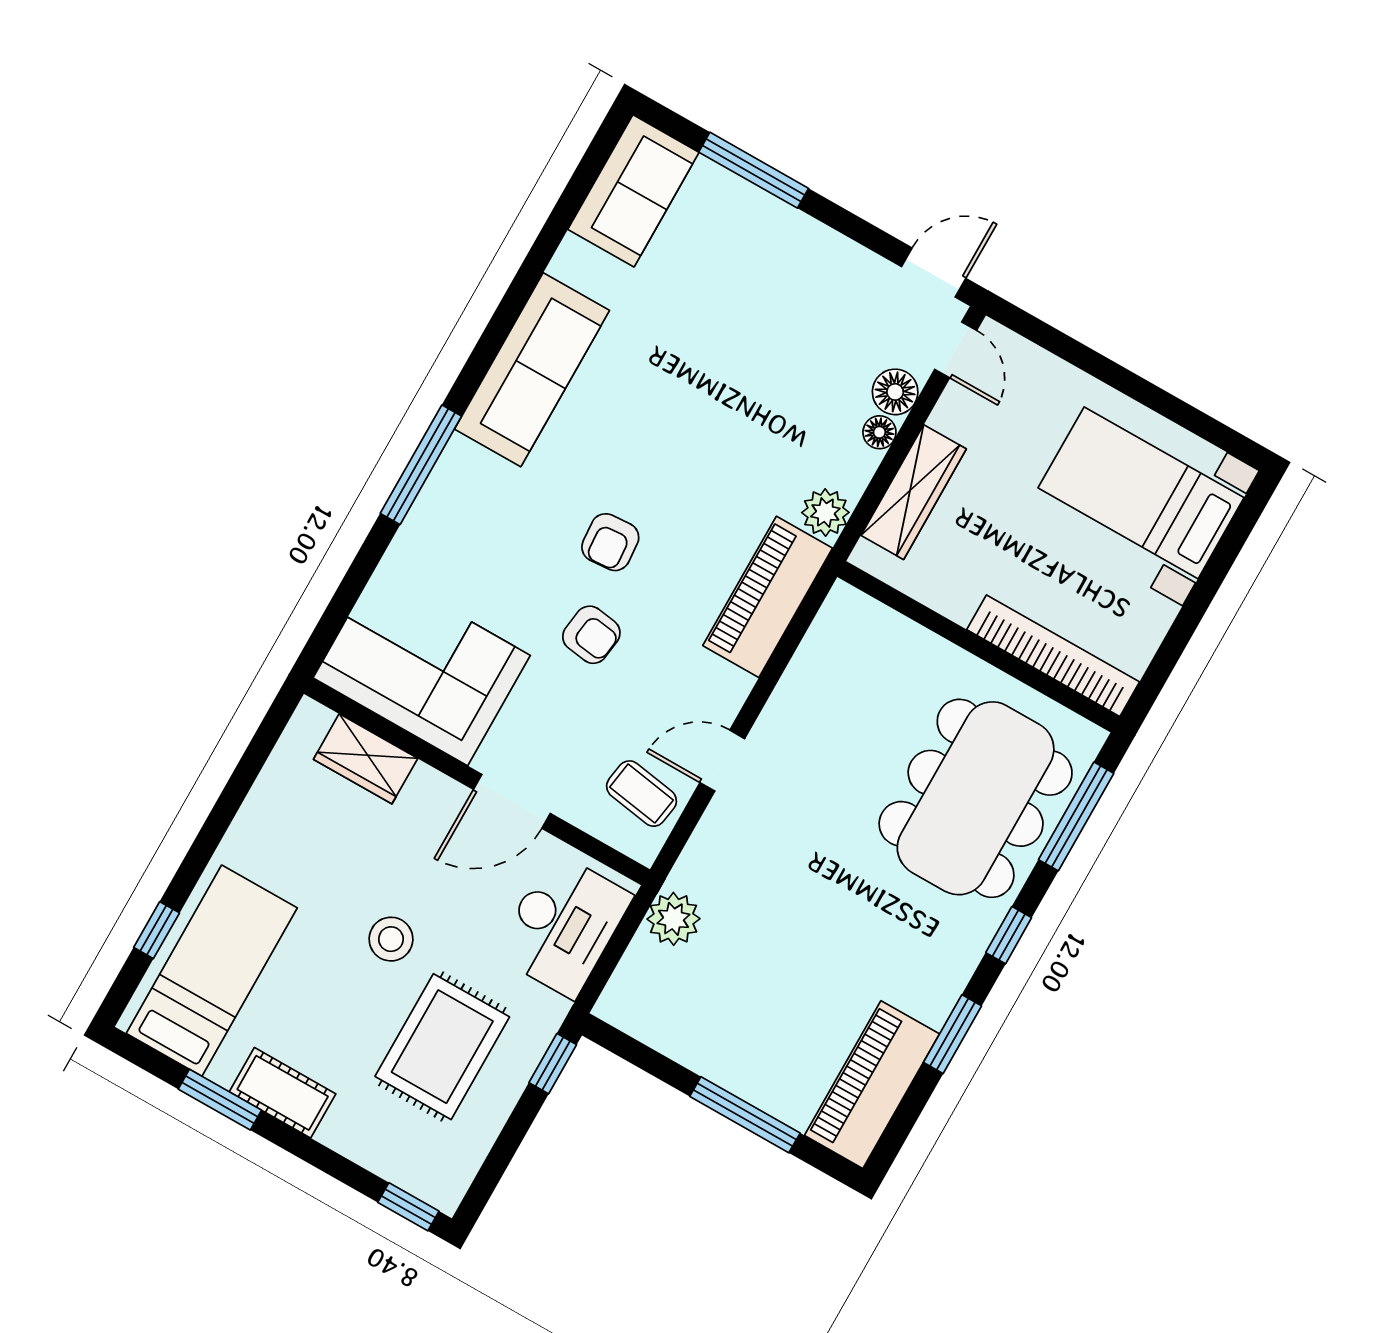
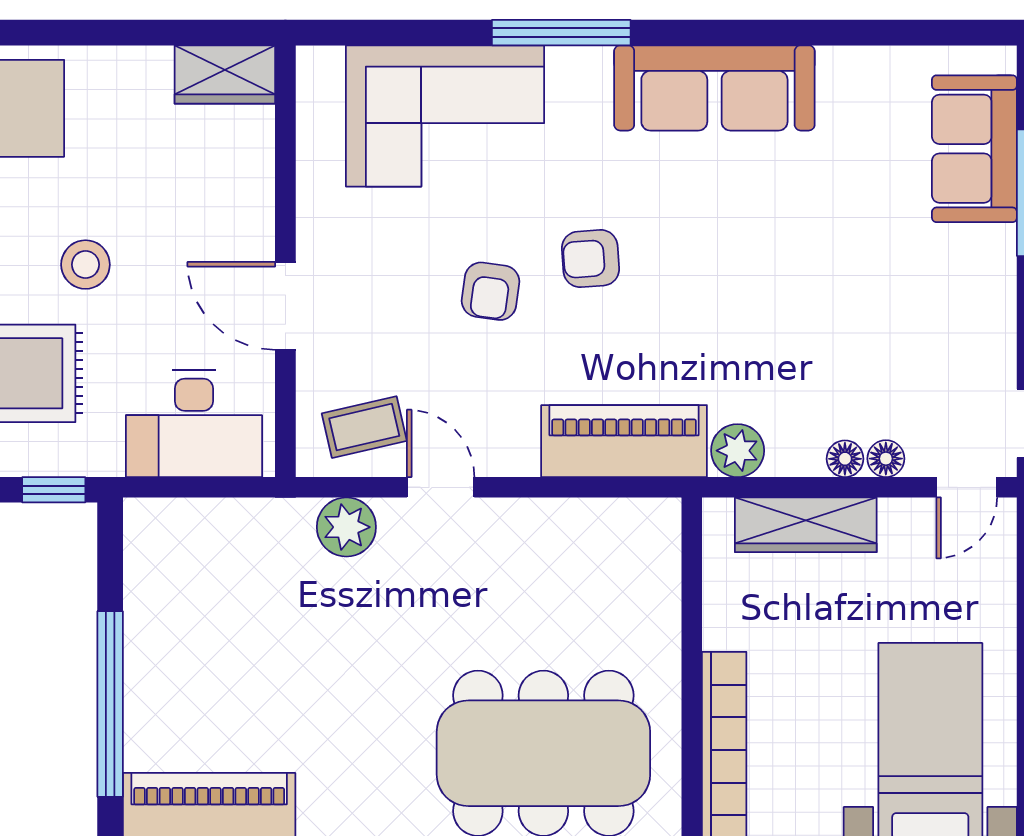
sofa: (633, 191) -> (974, 149), moved, turned 90
floor lamp: (895, 392) -> (886, 459), width x0.73, depth x0.73
corner sofa: (422, 667) -> (445, 116), moved, turned 90
wardrobe: (366, 759) -> (225, 74), moved, turned -90
coffee table: (642, 794) -> (364, 427), turned 68
plant: (673, 919) -> (346, 527), moved
window: (745, 1115) -> (110, 704), width x1.46

